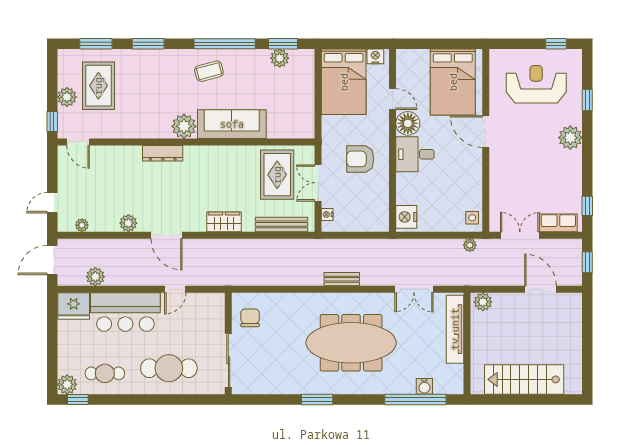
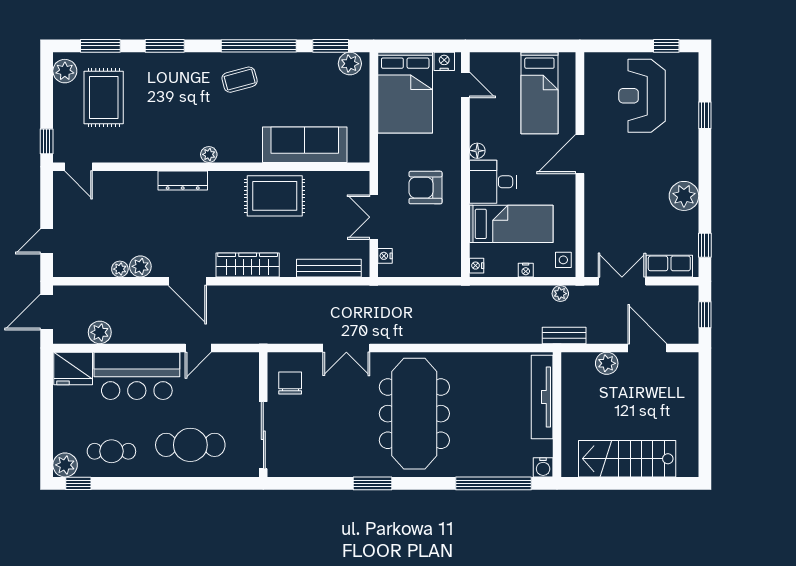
plant: (280, 58) -> (350, 64), moved
bed: (453, 82) -> (539, 93), width x0.67
reception desk: (536, 84) -> (642, 96), turned -90
plant: (67, 97) -> (65, 71), moved
door: (393, 99) -> (465, 85), moved
floor lamp: (408, 123) -> (477, 151), width x0.53, depth x0.53
sofa: (232, 124) -> (305, 145), moved
plant: (184, 126) -> (209, 154), width x0.53, depth x0.53
door: (486, 132) -> (580, 154), hinge flipped
plant: (570, 138) -> (684, 196), moved
rug: (277, 175) -> (275, 196), moved, turned 90
bed: (430, 188) -> (511, 224), added
nightstand: (406, 217) -> (477, 266), width x0.53, depth x0.56
wardrobe: (224, 222) -> (248, 265), width x1.50
plant: (82, 225) -> (120, 269), moved
nightstand: (442, 226) -> (526, 270), added
bench: (342, 279) -> (564, 335), moved
double door: (414, 289) -> (346, 348), moved
plant: (483, 302) -> (607, 363), moved
meeting table: (351, 343) -> (414, 414), turned 90
water cooler: (424, 386) -> (543, 467), moved

